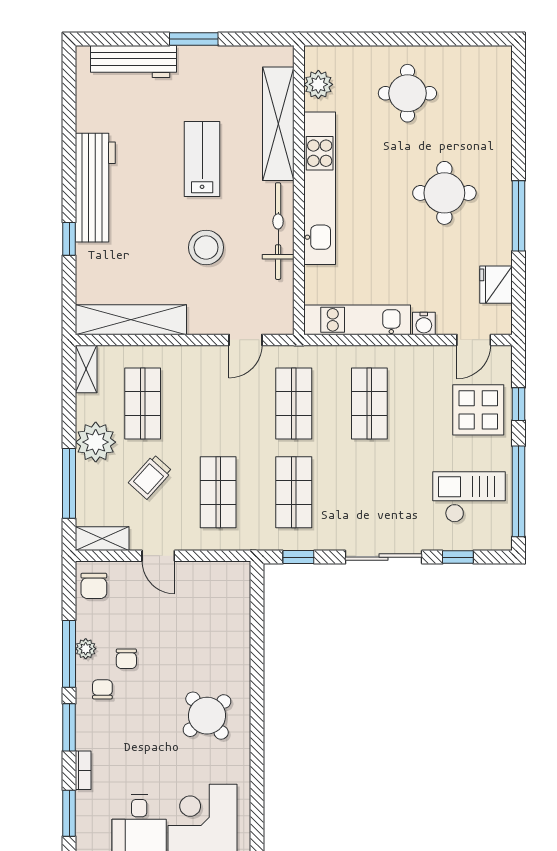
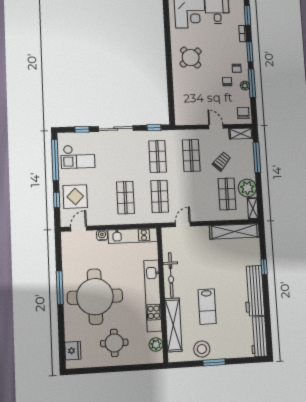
workbench: (134, 61) -> (259, 337), moved, turned -90
round table: (444, 193) -> (95, 297), width x1.86, depth x1.86
stool: (206, 247) -> (202, 349), moved
fridge: (496, 285) -> (73, 351), moved
plant: (96, 442) -> (247, 188), moved

